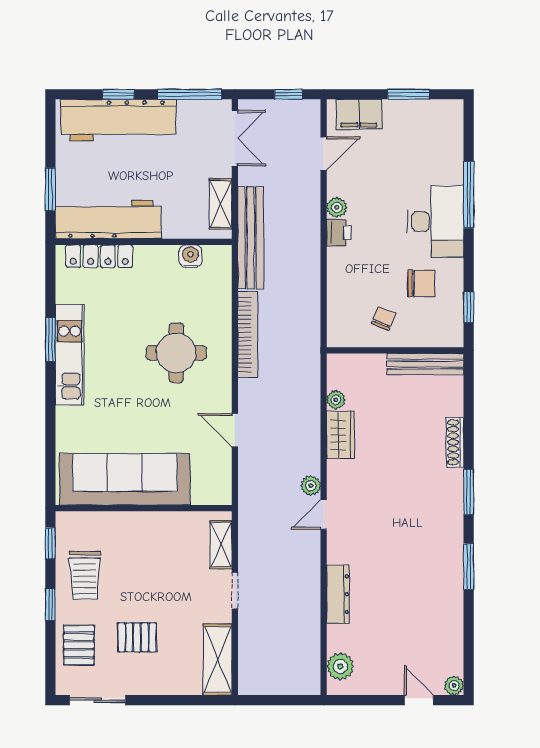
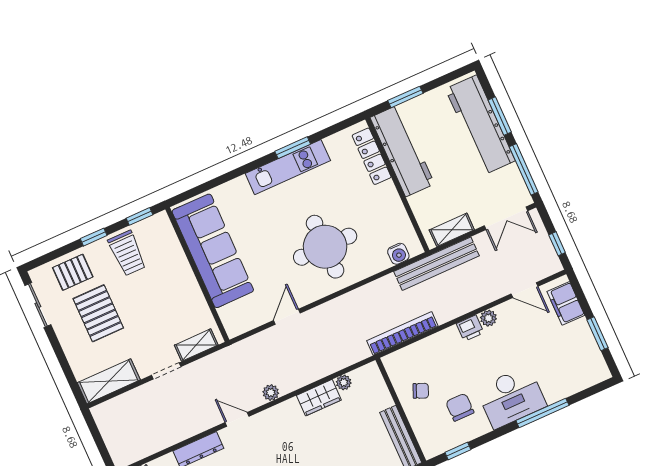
window: (118, 94) -> (500, 116), width x1.50
water cooler: (191, 256) -> (398, 254), moved, turned 90
chair: (421, 283) -> (460, 407), turned 180
bookcase: (248, 334) -> (402, 333), moved, turned 180
round table: (176, 353) -> (325, 247), width x1.36, depth x1.36
door: (324, 515) -> (237, 419), moved
trolley: (85, 575) -> (127, 253), turned -90
pallet: (137, 637) -> (98, 313), width x1.50, depth x1.42

